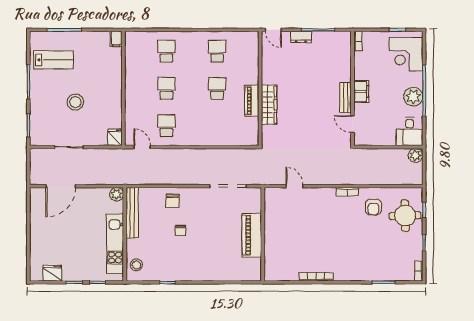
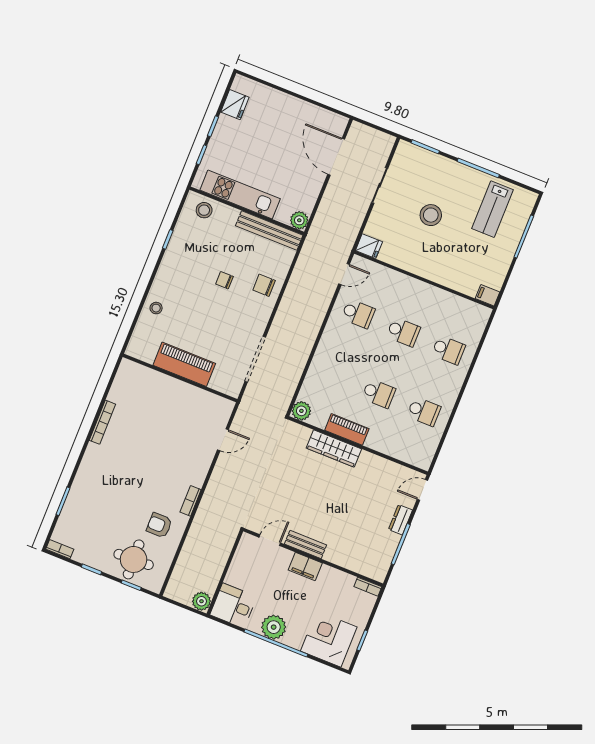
plant: (252, 138) -> (301, 411), added
stool: (220, 271) -> (156, 308), added

